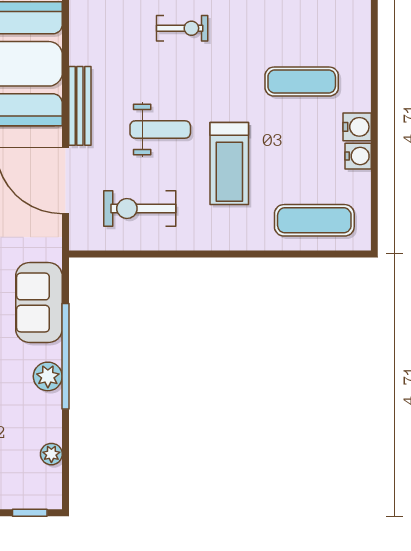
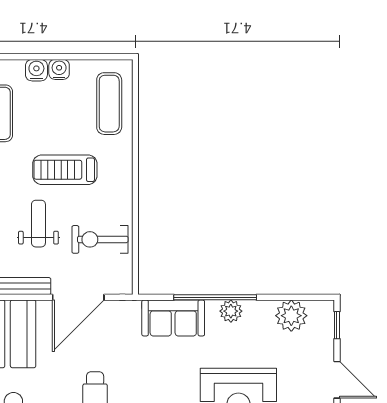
treadmill: (229, 163) -> (65, 170), turned 180
exercise bike: (140, 208) -> (100, 239), turned 90
plant: (51, 454) -> (291, 316), width x1.88, depth x1.88

